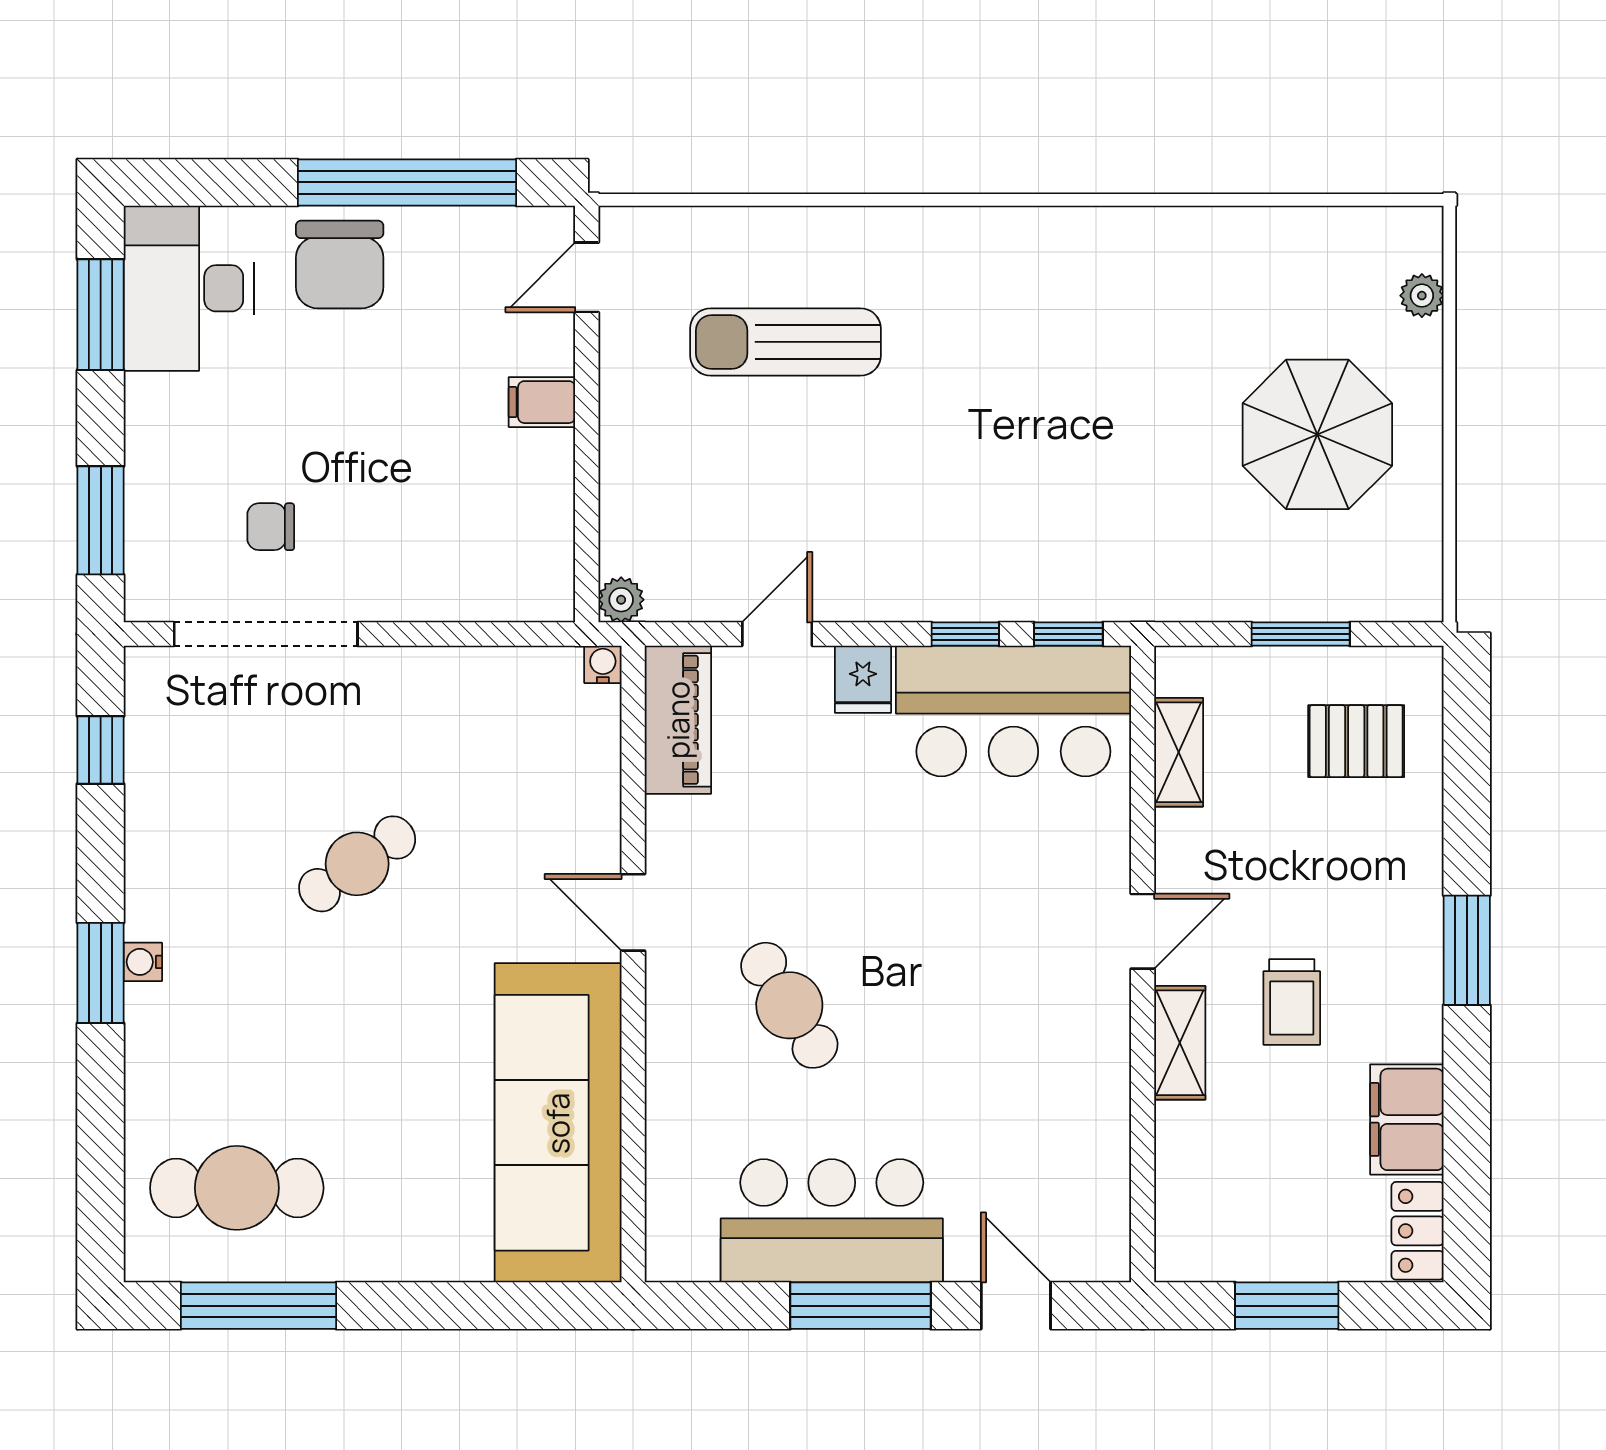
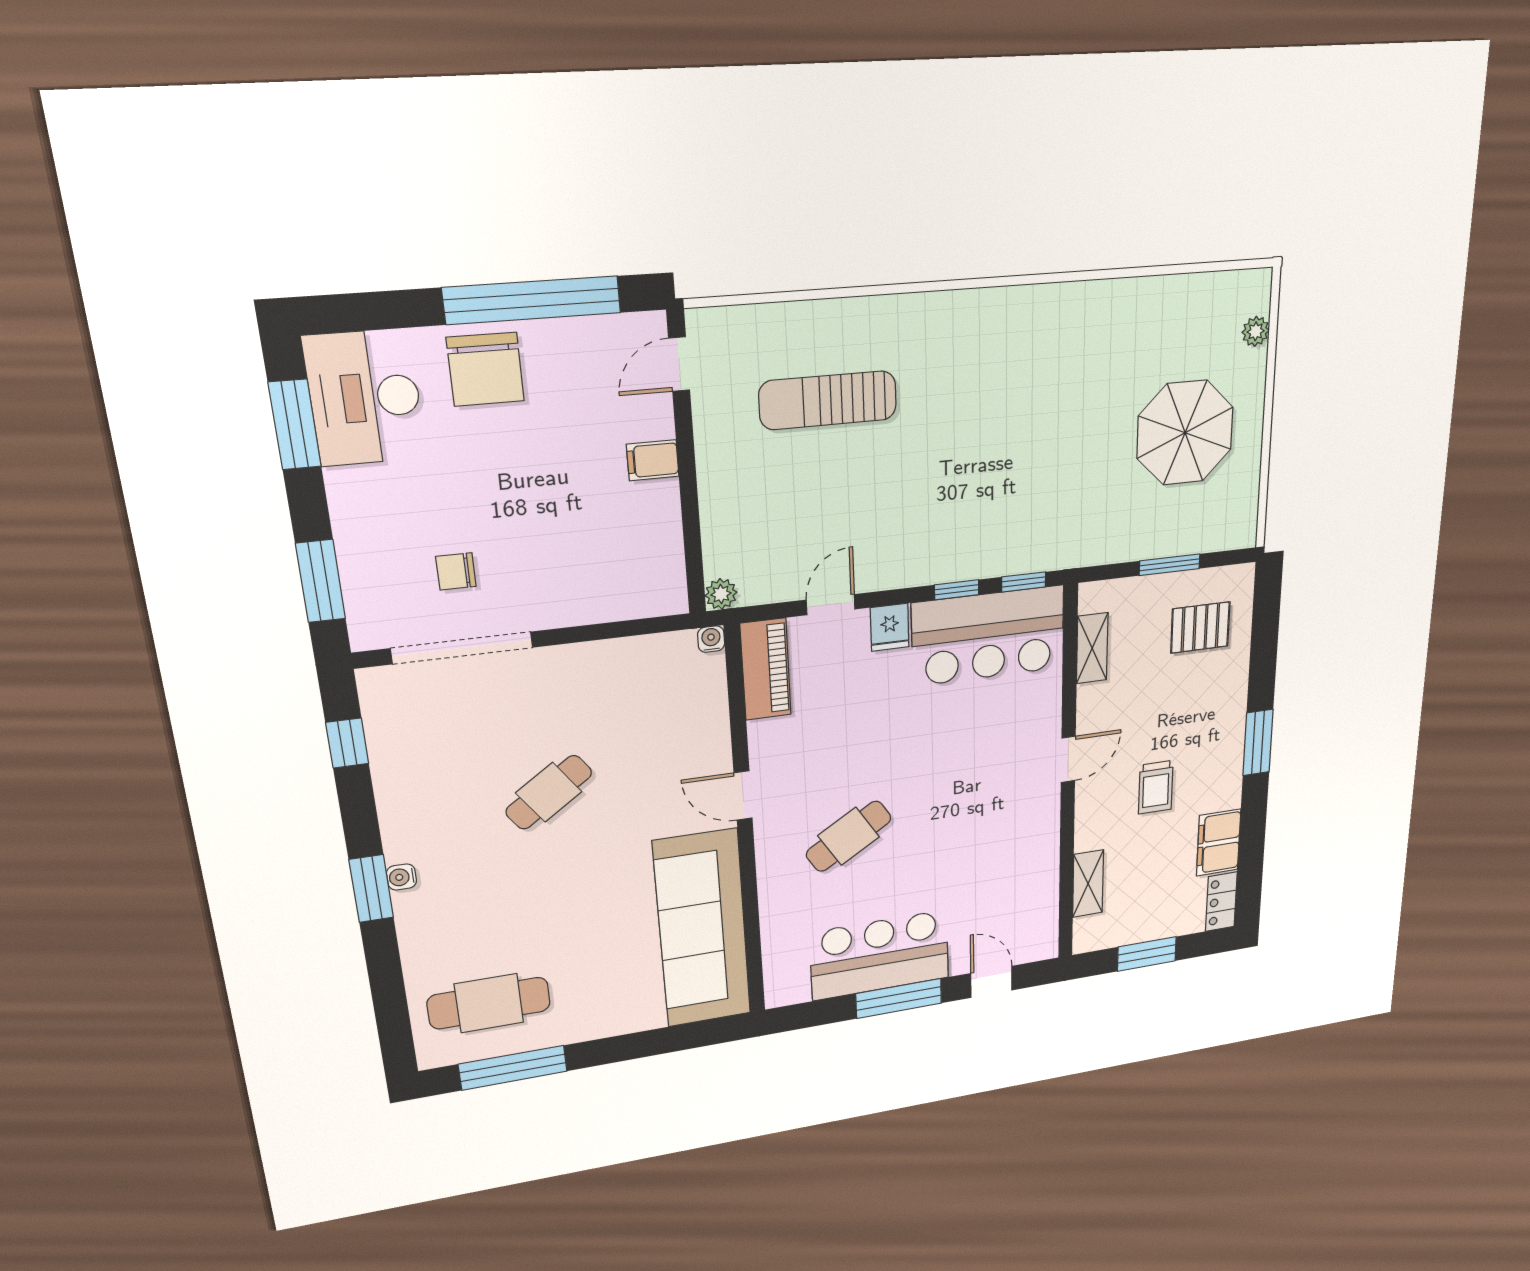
cafe table: (789, 1005) -> (849, 836), turned 90
shelving: (1180, 1043) -> (1088, 884), moved

